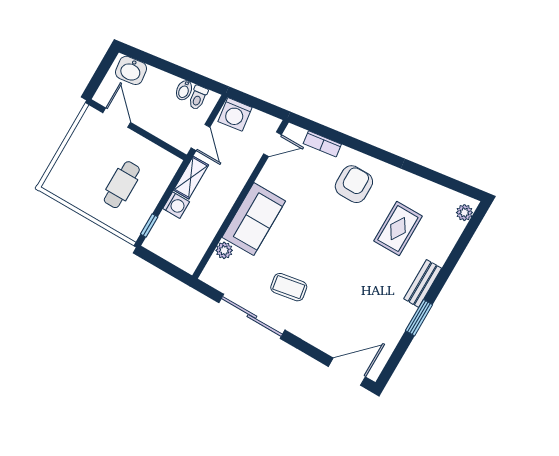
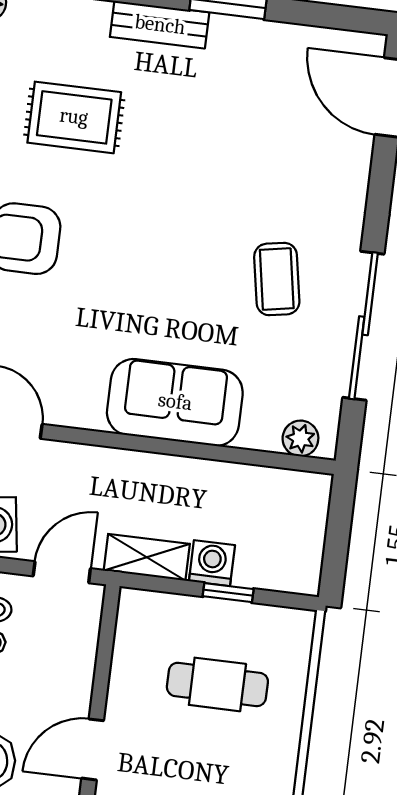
window: (149, 225) -> (228, 593), moved
plant: (224, 250) -> (300, 438), moved

